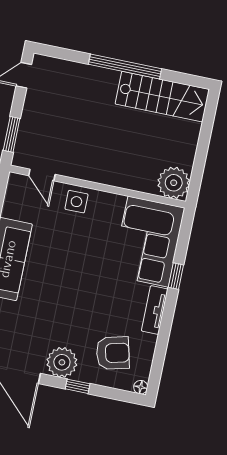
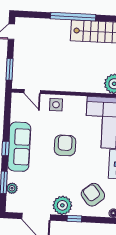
armchair: (81, 268) -> (65, 145), added
armchair: (113, 353) -> (93, 195), turned -115

